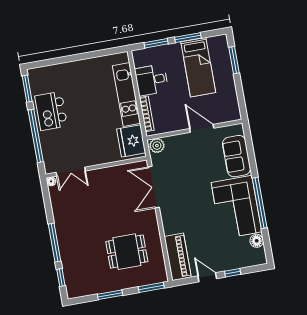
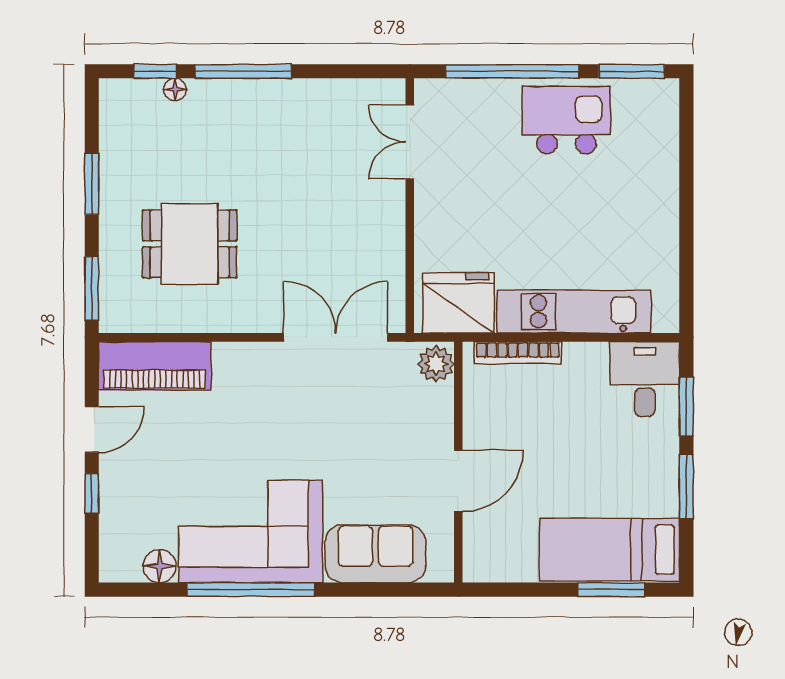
bed: (198, 67) -> (610, 550), moved
desk: (151, 80) -> (645, 379), moved
floor lamp: (51, 181) -> (175, 89), moved
dining table: (127, 252) -> (190, 244), turned 90

